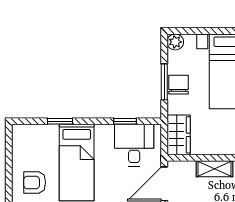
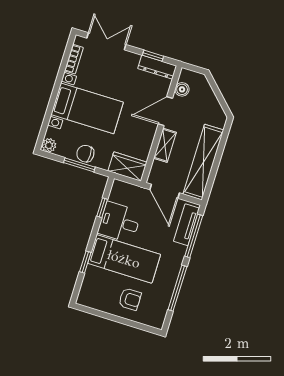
desk: (134, 145) -> (119, 222), moved
armchair: (35, 182) -> (130, 299), turned -90

